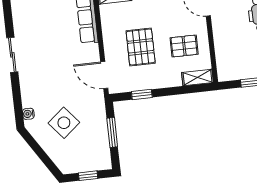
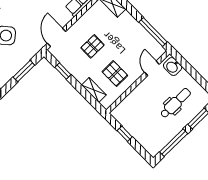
pallet: (141, 47) -> (93, 46), width x0.67, depth x0.71
shelving: (197, 77) -> (94, 90), moved

